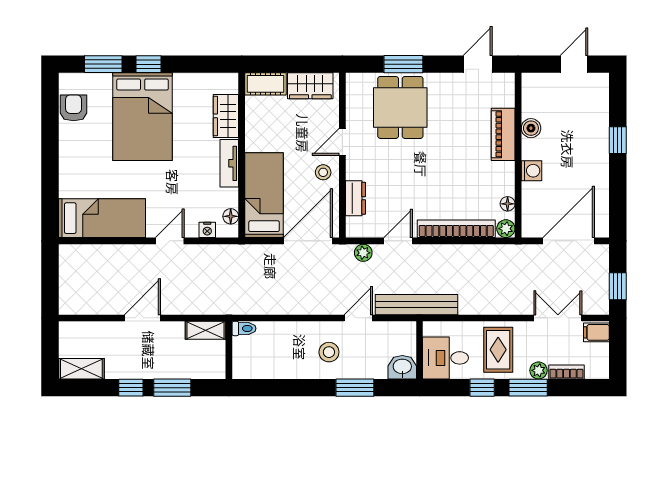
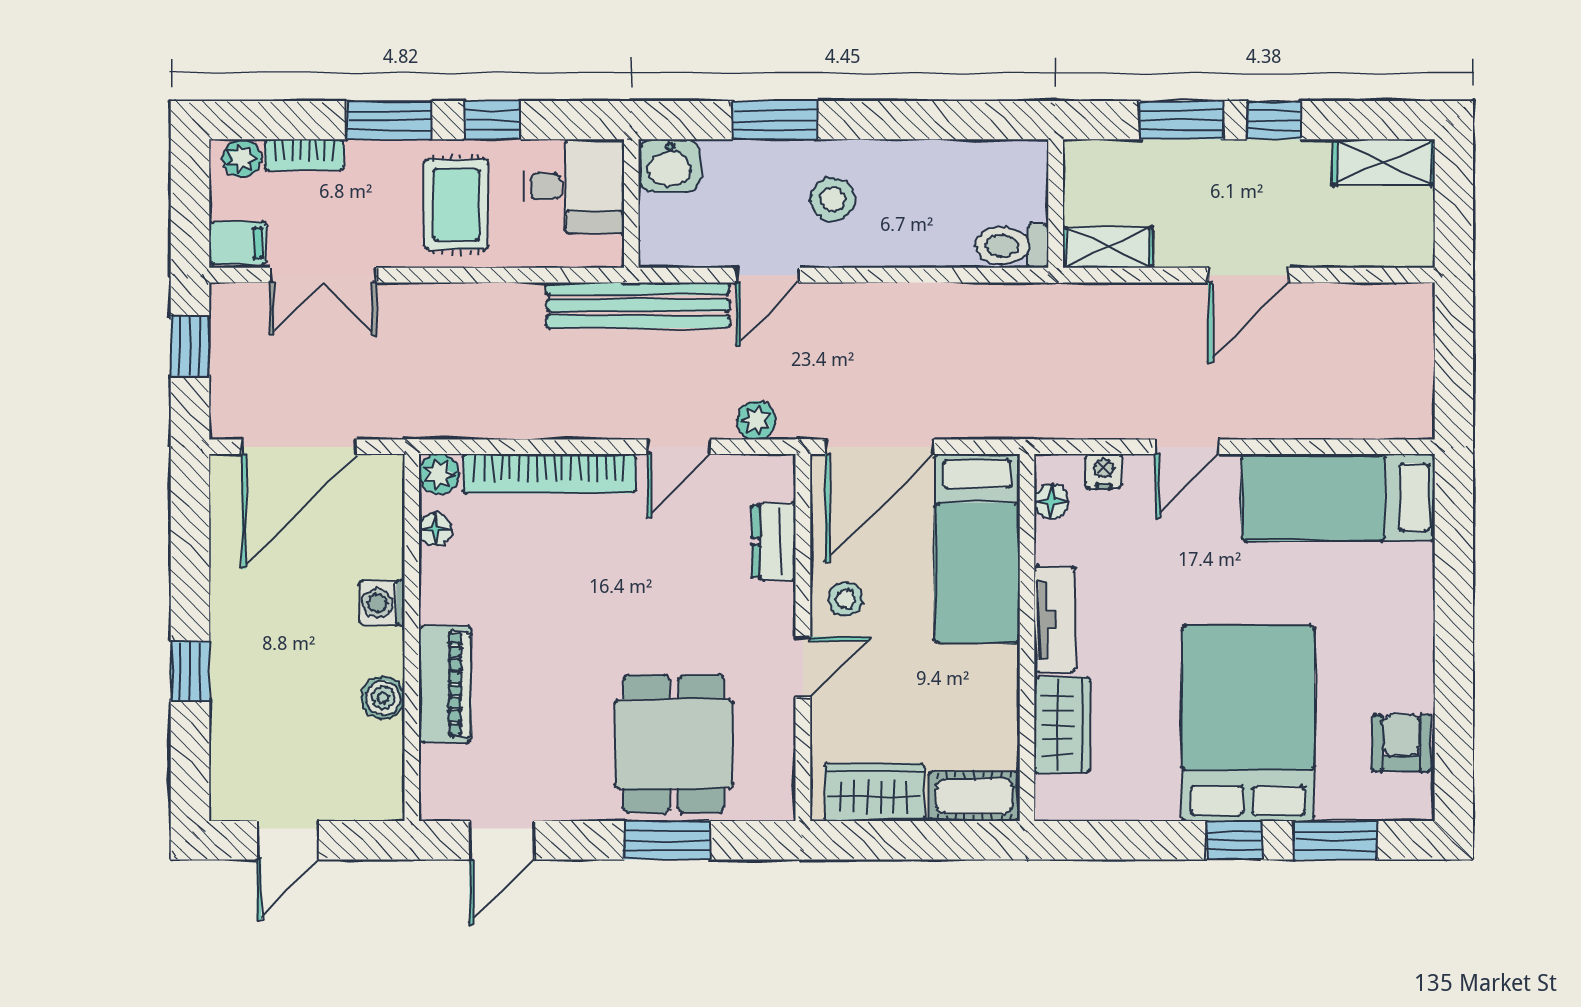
armchair: (74, 108) -> (1401, 743), turned 180
toilet: (244, 328) -> (1012, 246), width x1.37, depth x1.39
plant: (539, 370) -> (242, 158), moved

